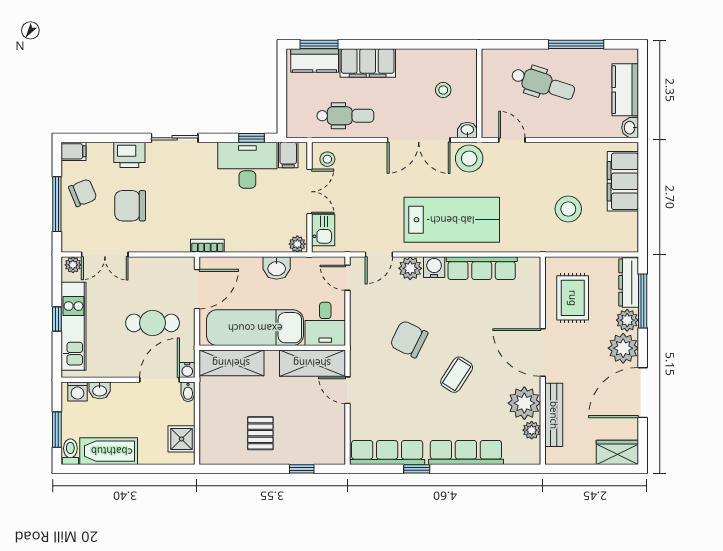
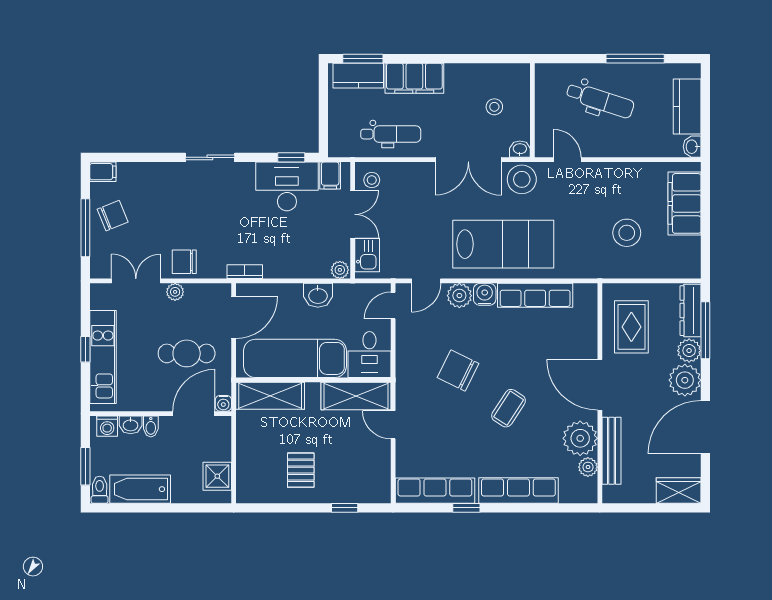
printer: (129, 155) -> (162, 175), removed
chair: (130, 206) -> (184, 262), moved, width x0.73, depth x0.73
double door: (105, 254) -> (136, 281), swing flipped
plant: (73, 265) -> (175, 292), moved
door: (348, 278) -> (393, 306), hinge flipped
bidet: (188, 392) -> (151, 426), moved

